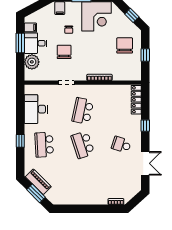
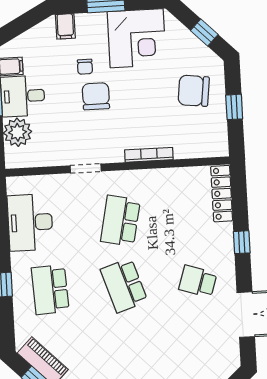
chair: (125, 45) -> (194, 91), turned -83
chair: (64, 52) -> (96, 96), moved

